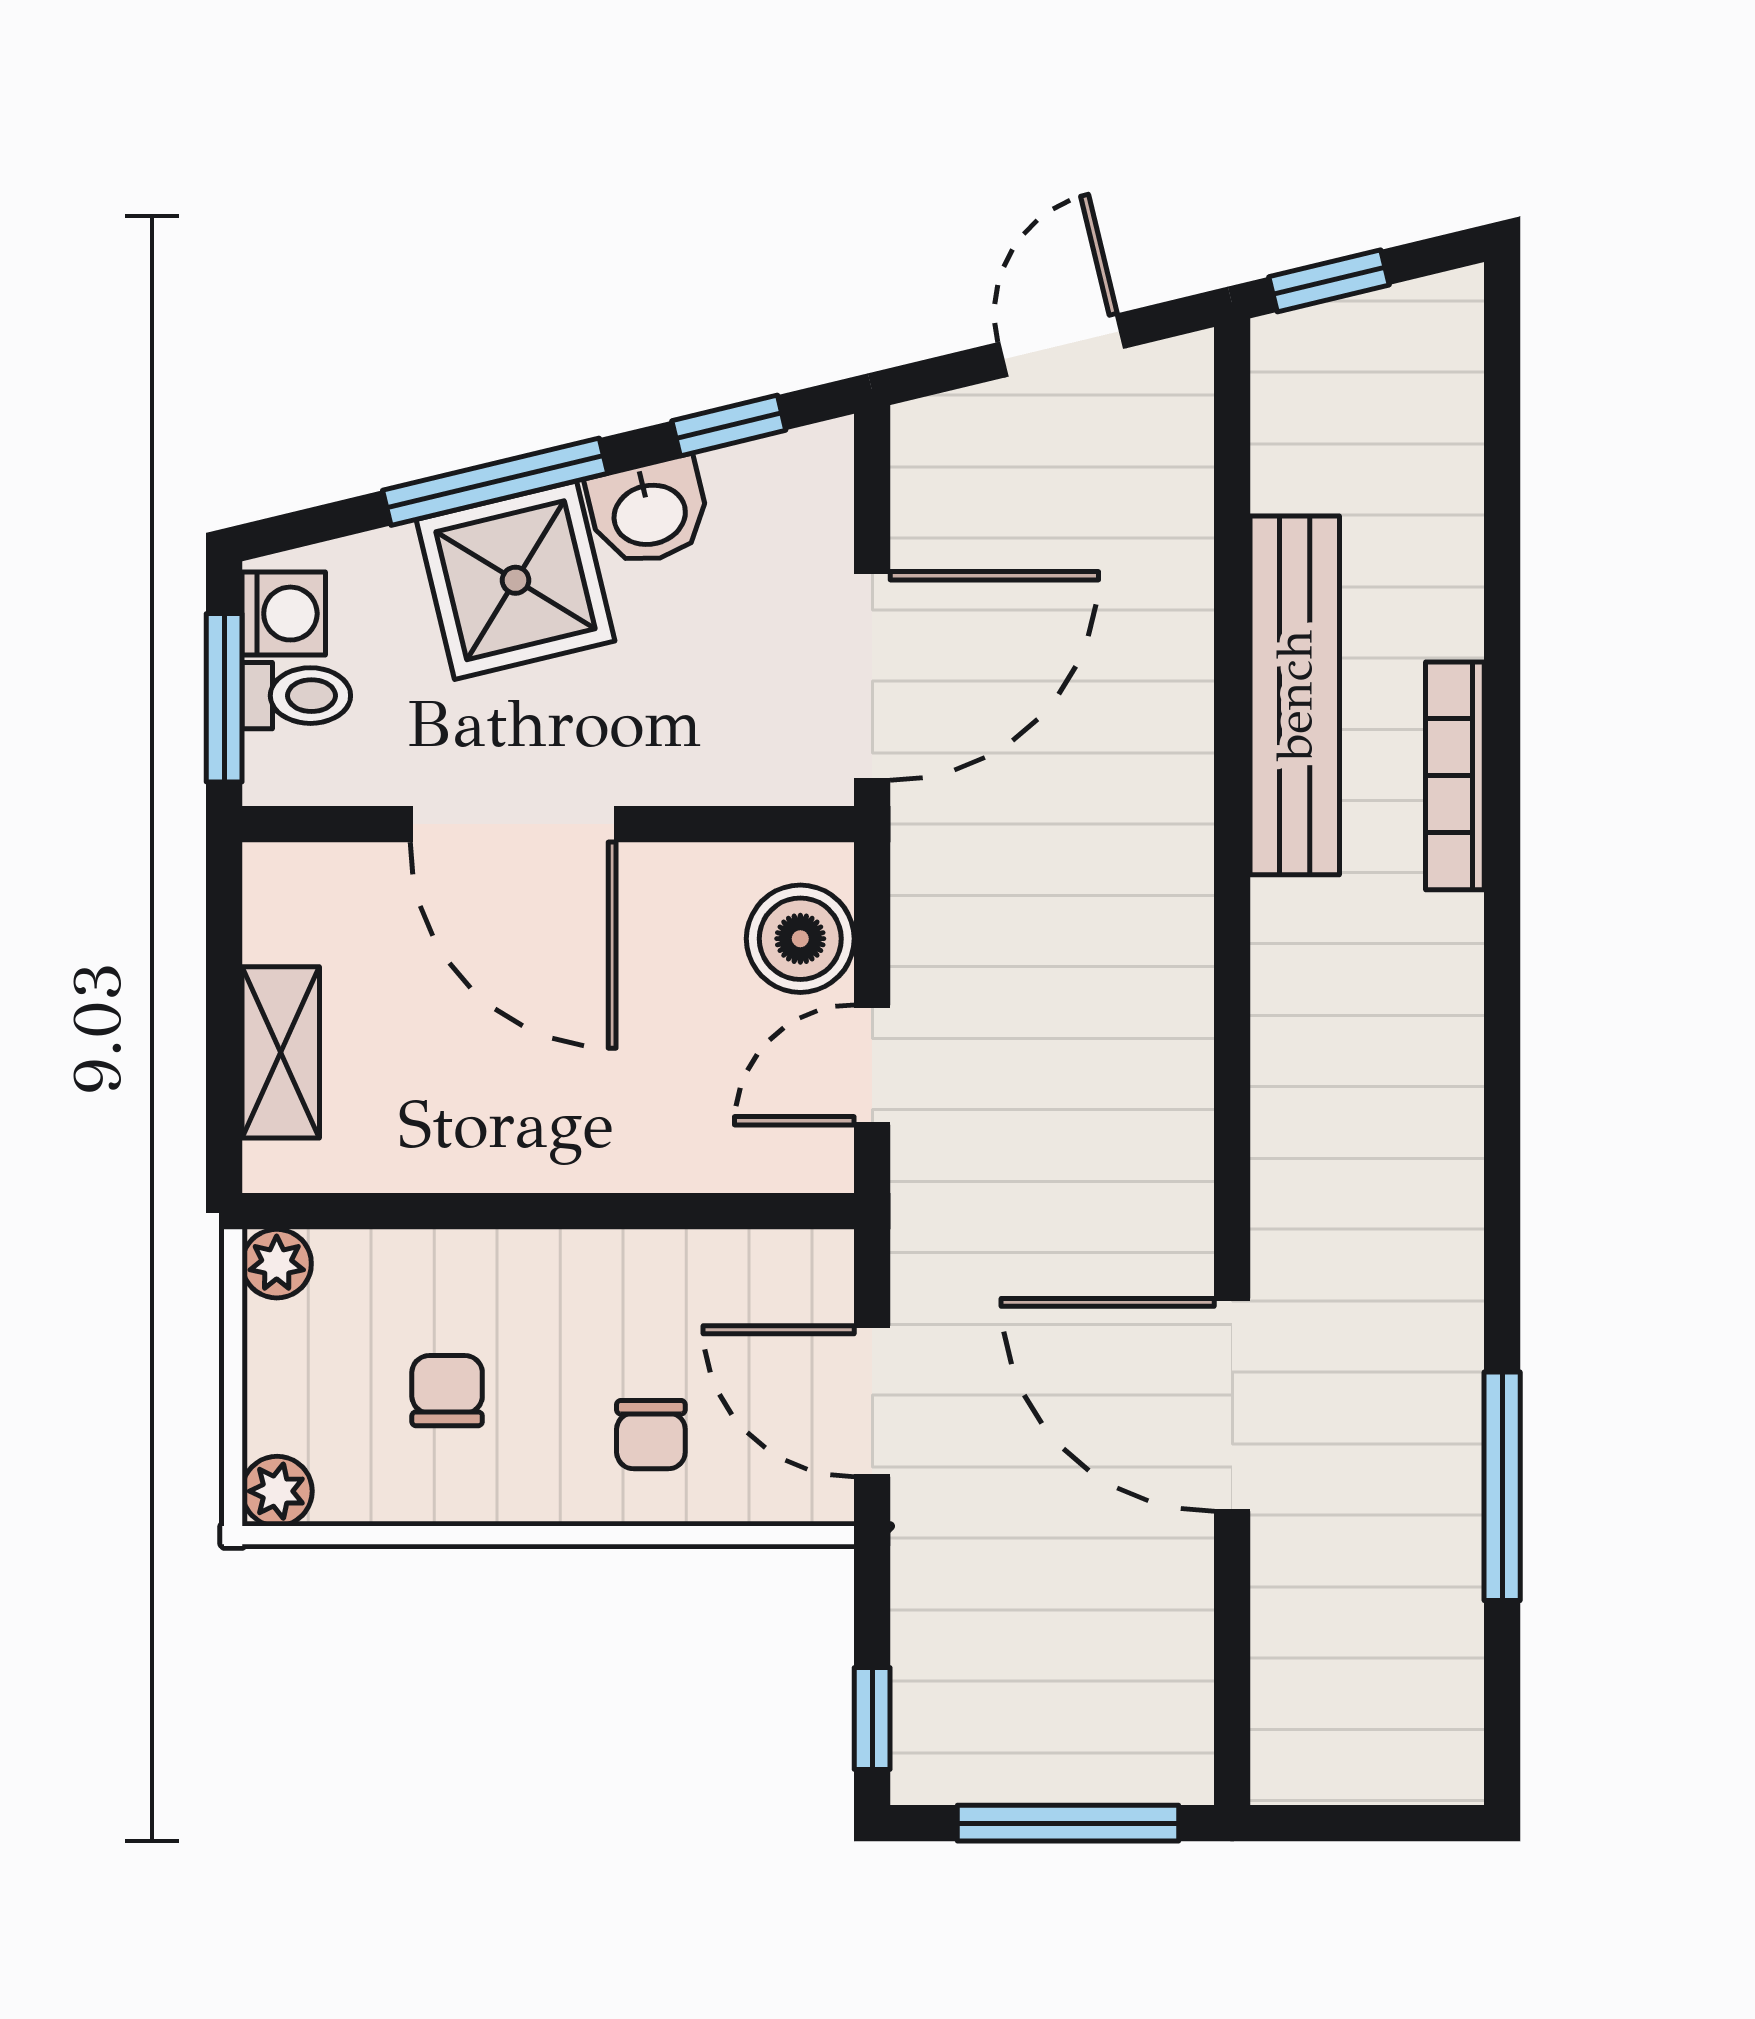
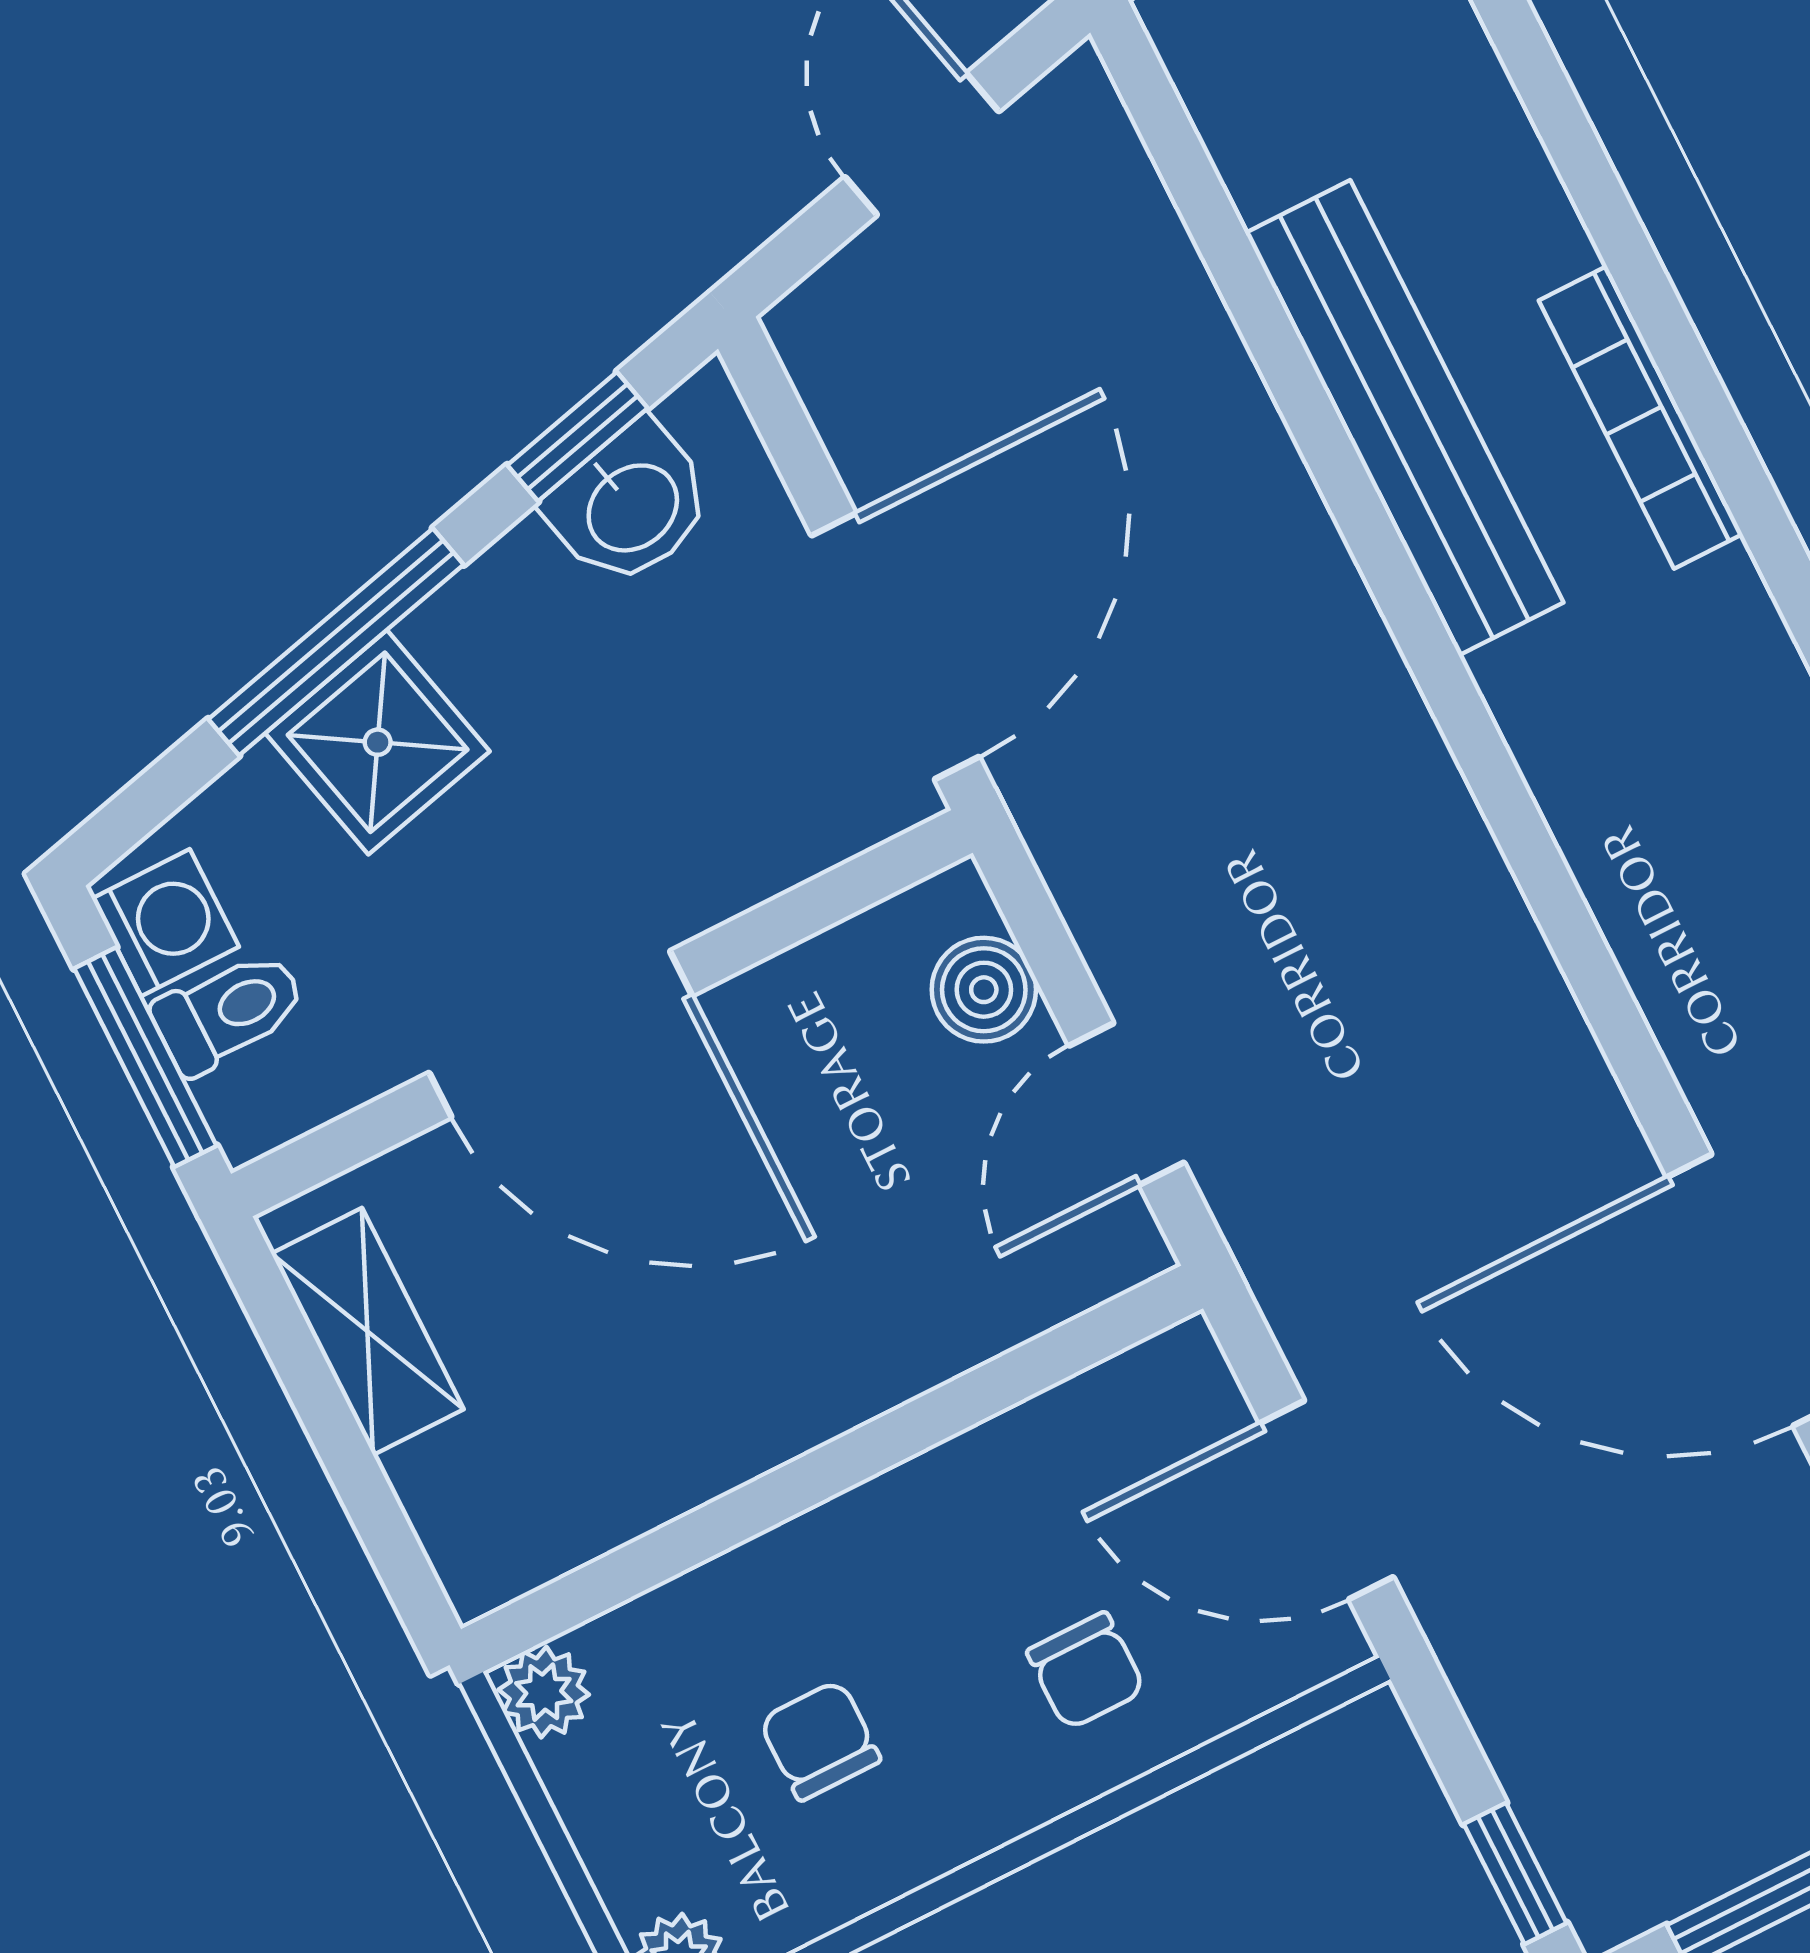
washbasin: (649, 512) -> (630, 505), moved
shower: (516, 580) -> (378, 742), width x0.73, depth x0.73
boiler: (800, 939) -> (984, 990), width x0.73, depth x0.73
shelving: (281, 1052) -> (367, 1331), moved

